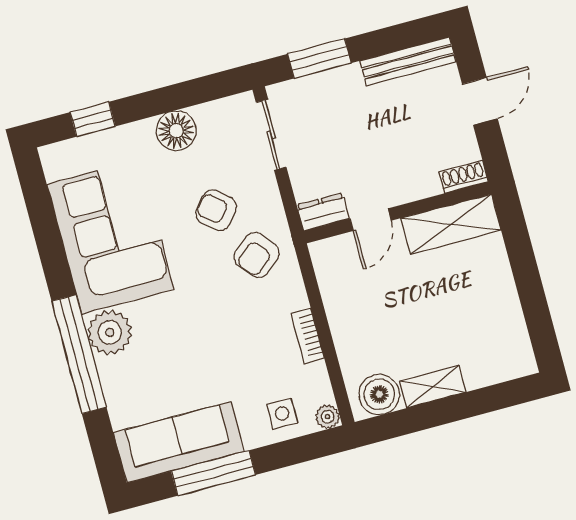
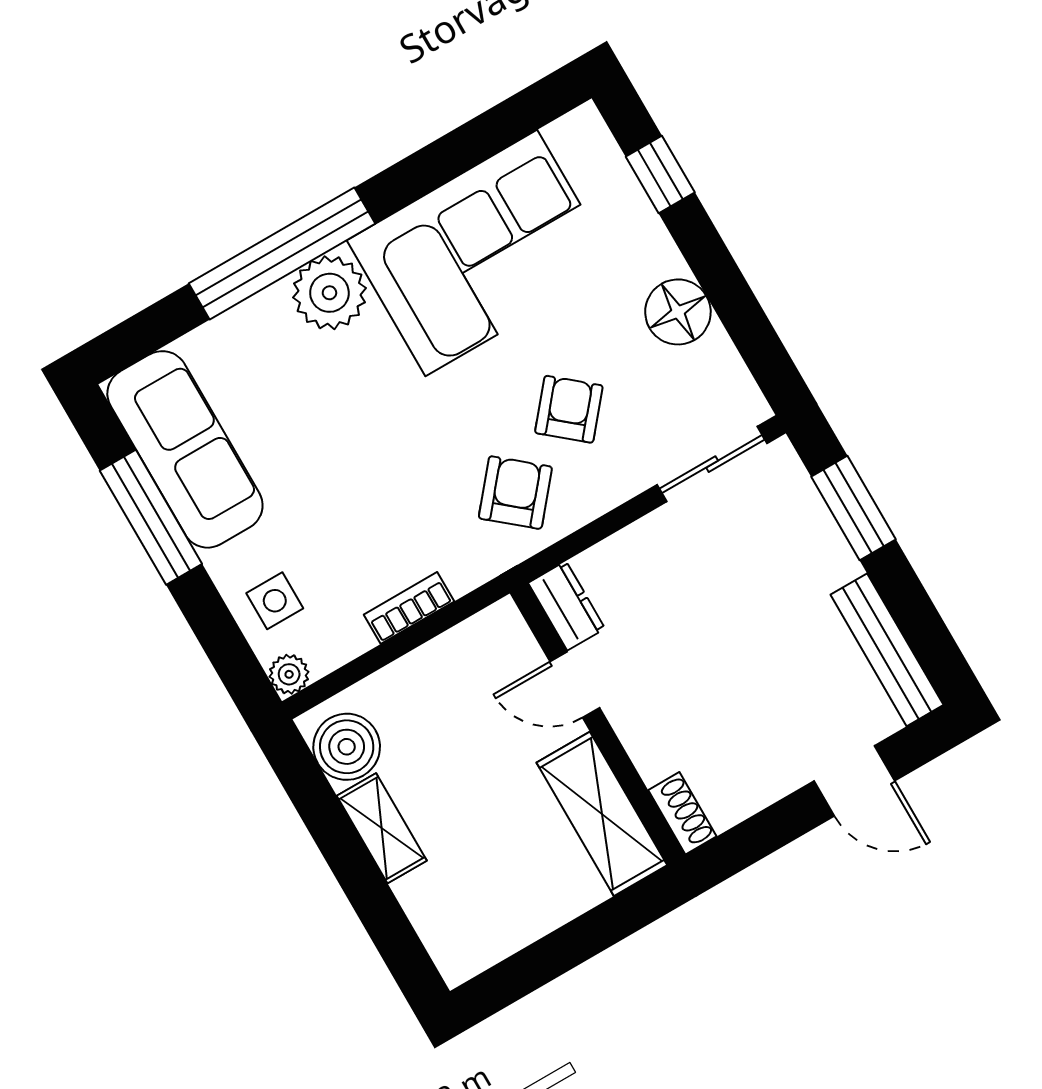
shoe rack: (463, 177) -> (682, 813), moved
dresser: (323, 212) -> (567, 606), moved
wall: (397, 212) -> (598, 724), moved
door: (371, 220) -> (575, 685), moved
shelving: (451, 224) -> (602, 814), moved
armchair: (257, 255) -> (515, 493), turned 80

